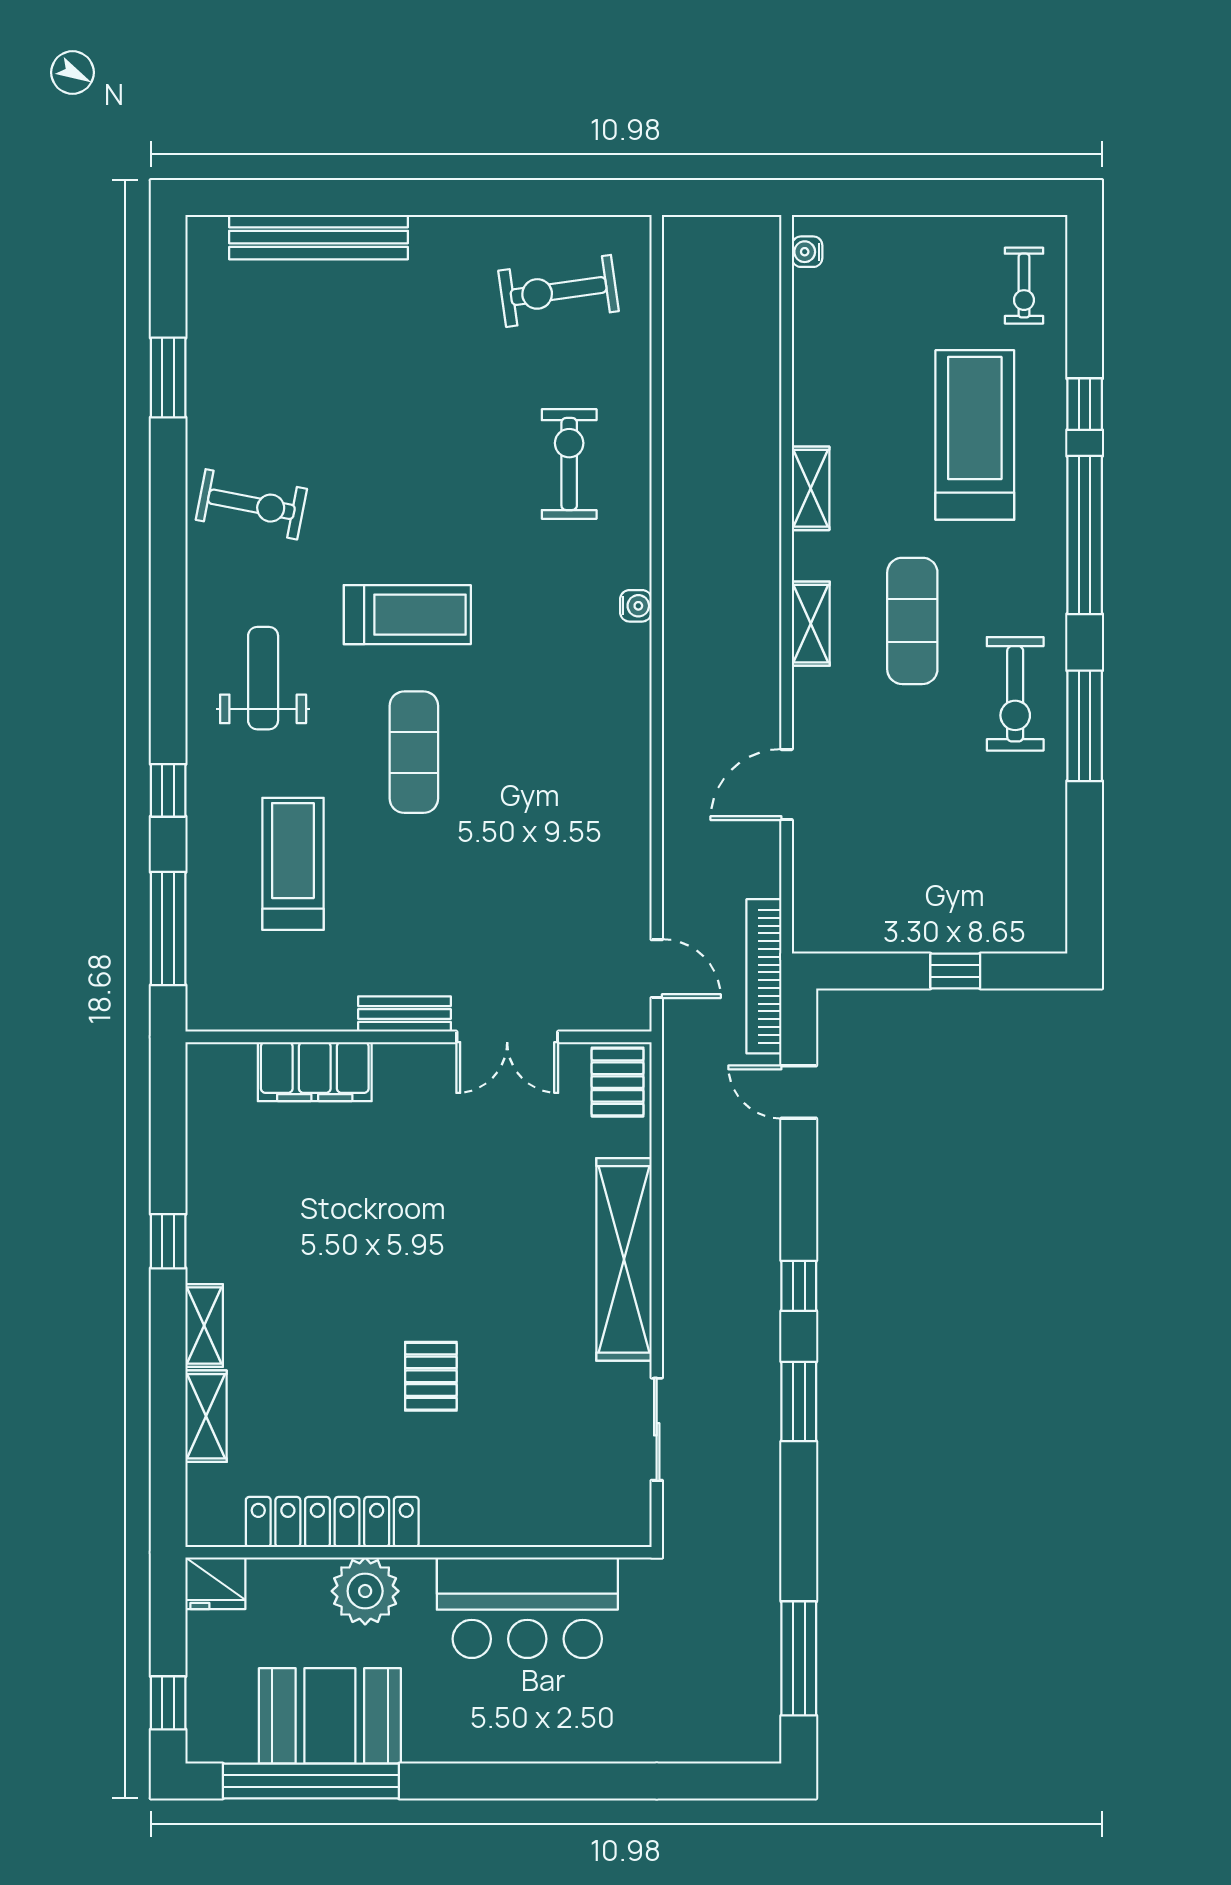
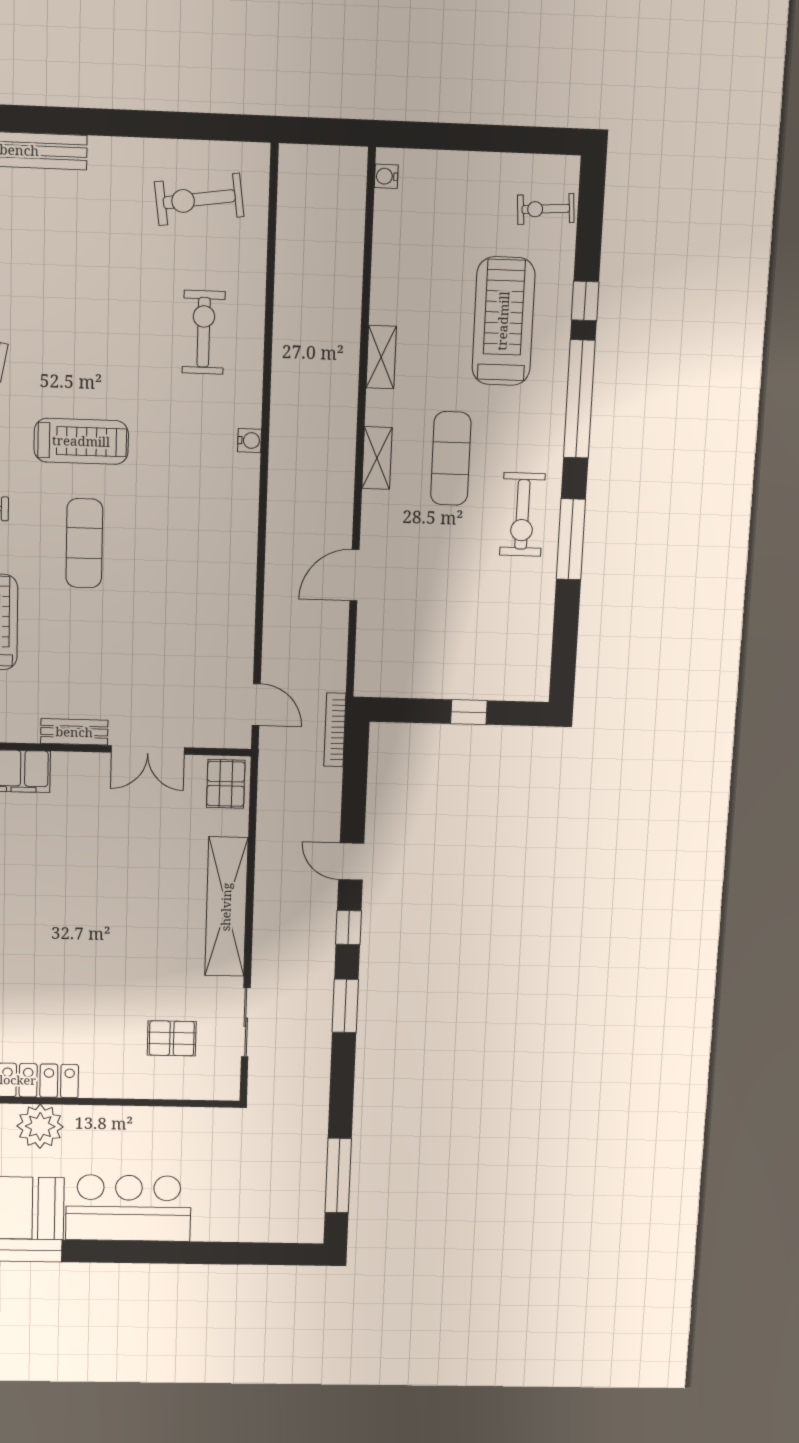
exercise bike: (1024, 286) -> (546, 209), turned 86
bookcase: (764, 976) -> (335, 730), width x0.68, depth x0.76
door: (799, 1092) -> (351, 862), moved
pallet: (431, 1376) -> (172, 1038), moved, turned 90
bar counter: (527, 1608) -> (128, 1208), moved, turned 180

